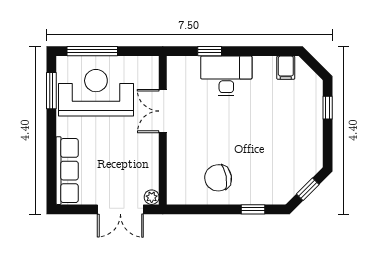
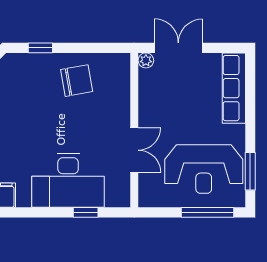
desk: (226, 76) -> (68, 180), width x1.36, depth x1.30

